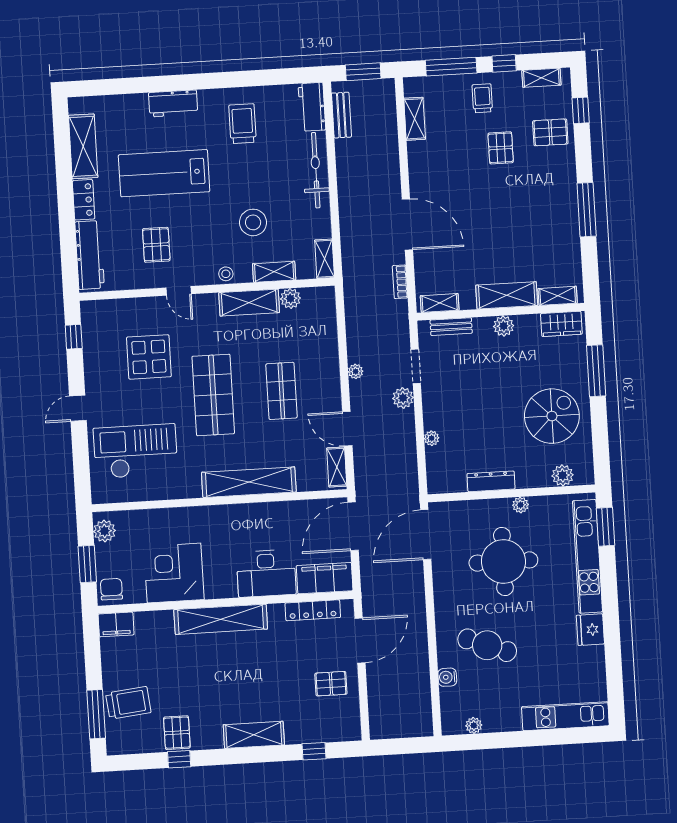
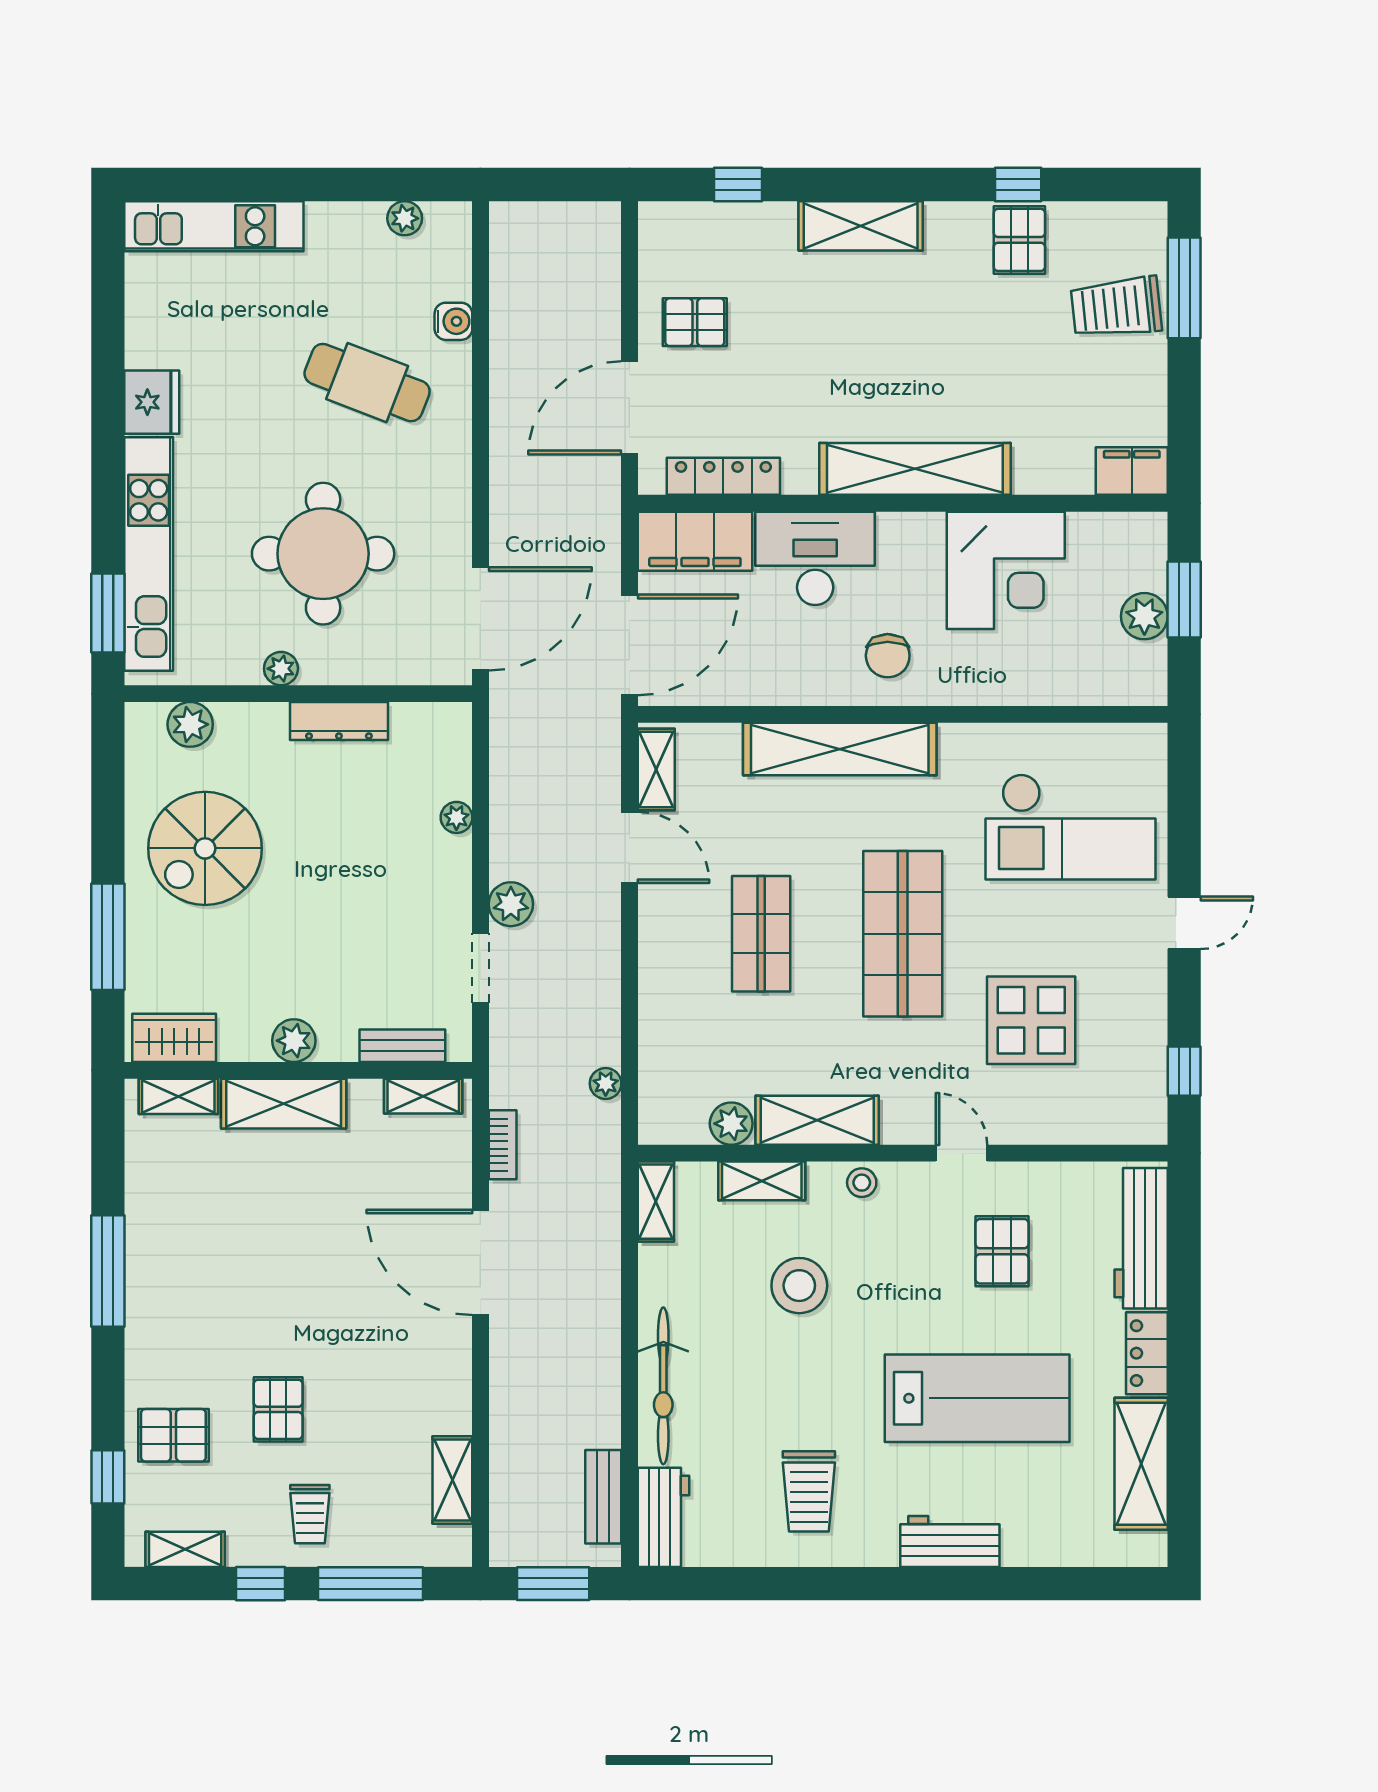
plant: (356, 371) -> (606, 1084), moved
plant: (104, 531) -> (1144, 616), moved
chair: (111, 589) -> (888, 656), moved

